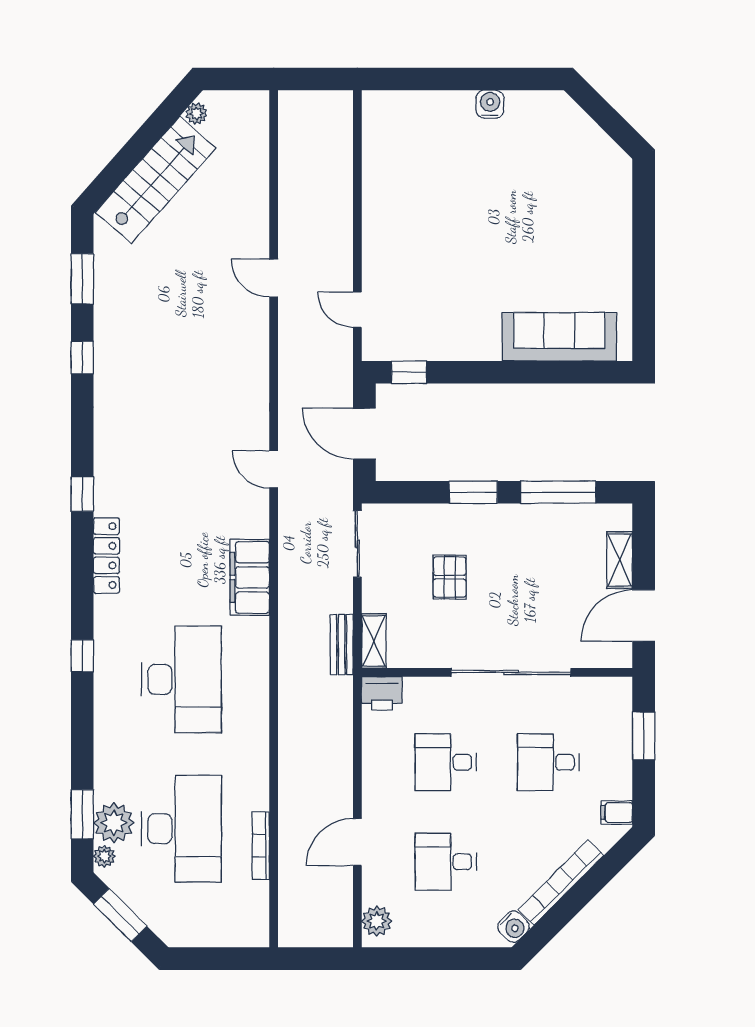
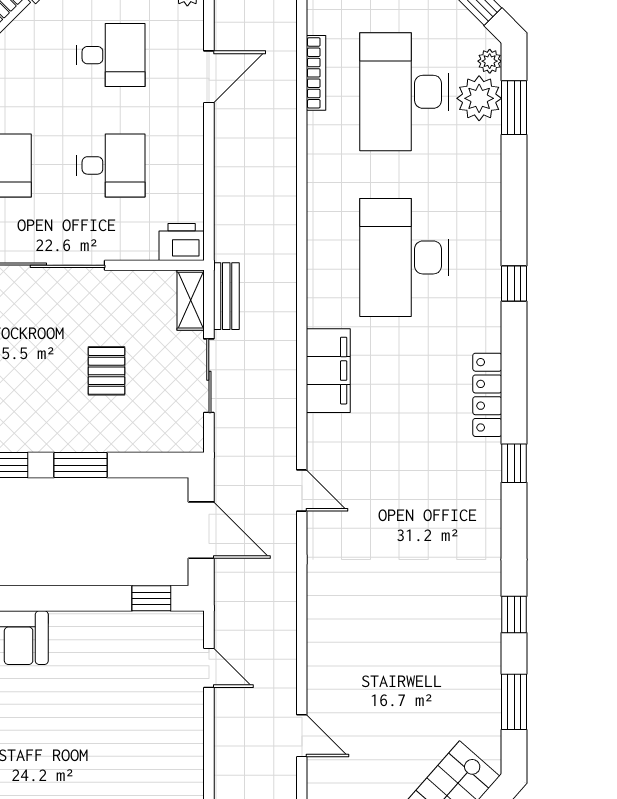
door: (274, 278) -> (302, 736), moved
sliding door: (357, 544) -> (209, 376), moved

